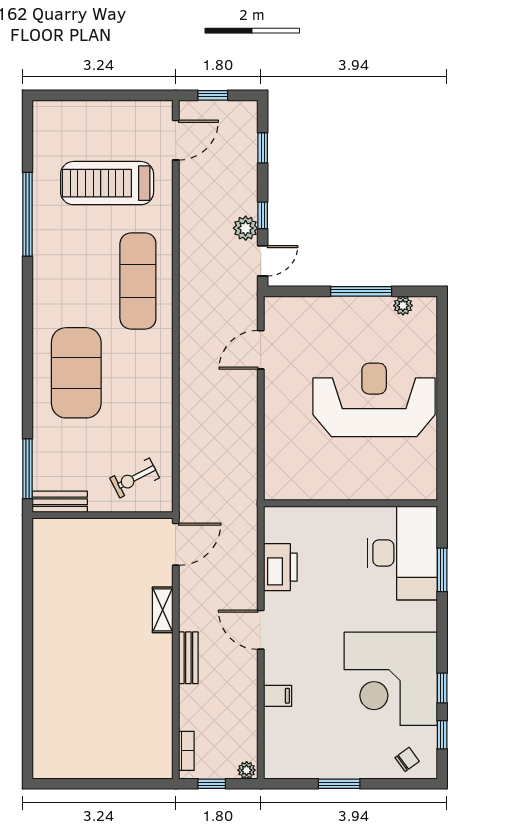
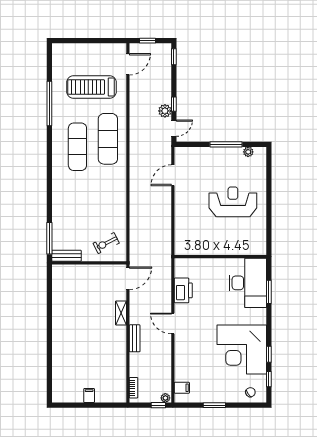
window: (263, 148) -> (174, 57), moved
exercise mat: (76, 373) -> (77, 147), moved, width x0.68
reception desk: (374, 400) -> (233, 202), width x0.74, depth x0.77
filing cabinet: (278, 696) -> (182, 388), moved
filing cabinet: (102, 766) -> (89, 395), added
window: (212, 784) -> (158, 405), moved

